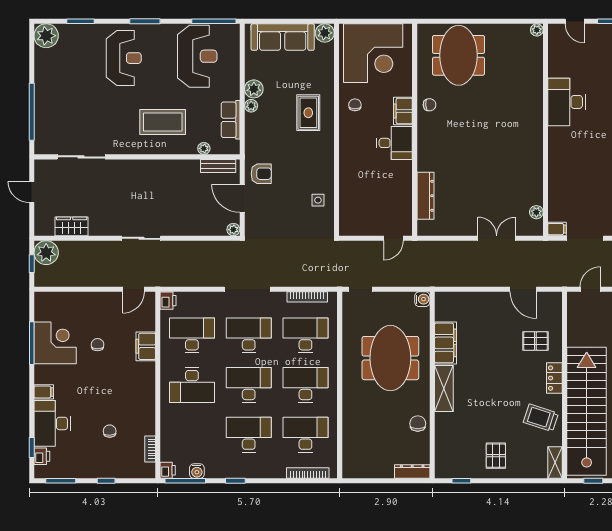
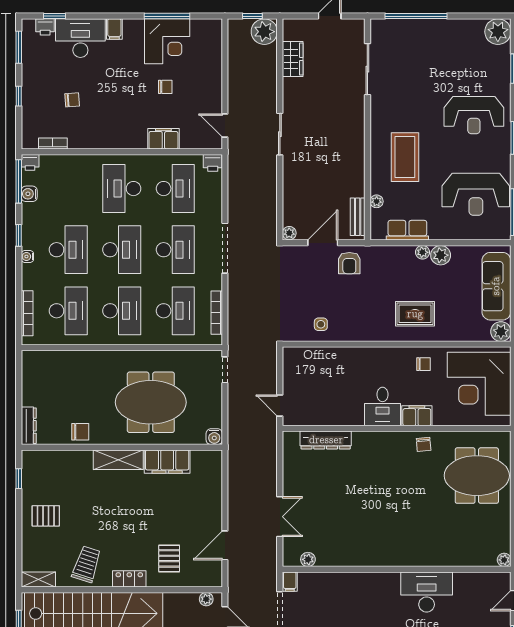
plant: (573, 307) -> (206, 599), added
water cooler: (255, 473) -> (27, 257), added

